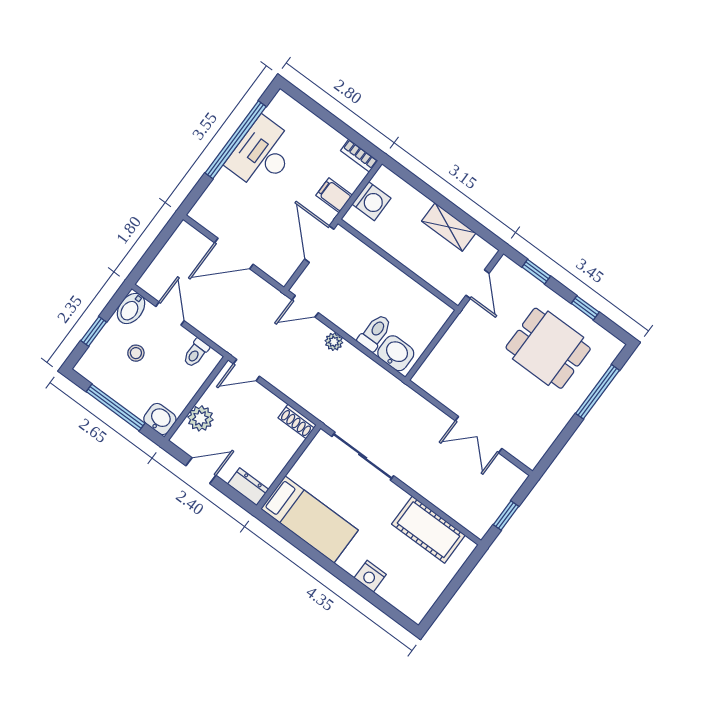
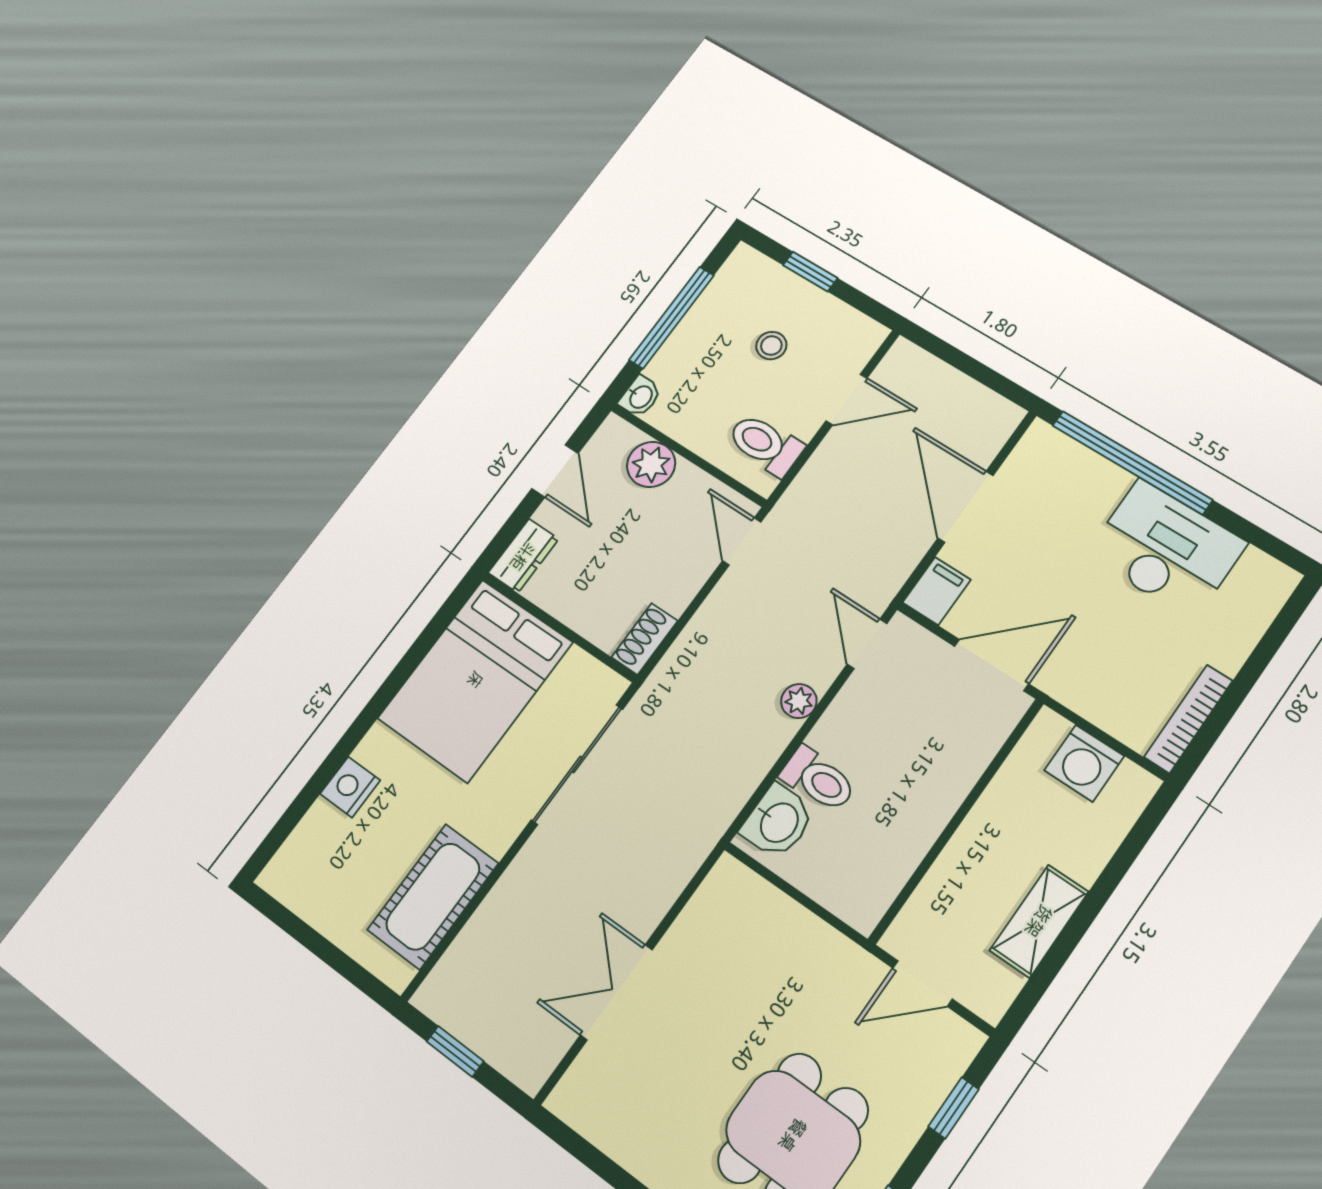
window: (236, 140) -> (1132, 462), moved
bookcase: (359, 156) -> (1188, 719), width x1.56
filing cabinet: (334, 195) -> (937, 591), moved
bidet: (131, 308) -> (854, 332), removed
toilet: (196, 353) -> (765, 444), width x1.37, depth x1.39
washbasin: (160, 419) -> (640, 397), width x0.72, depth x0.69
bed: (309, 519) -> (475, 680), width x1.50

